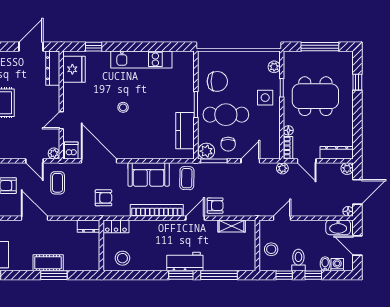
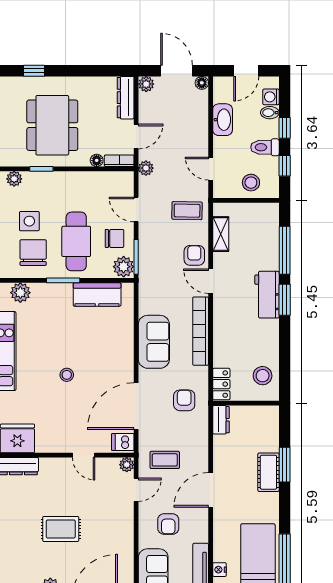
plant: (186, 72) -> (20, 293), added
side table: (265, 98) -> (29, 221), moved
coffee table: (187, 178) -> (187, 211), moved
washbasin: (338, 227) -> (223, 120), moved

